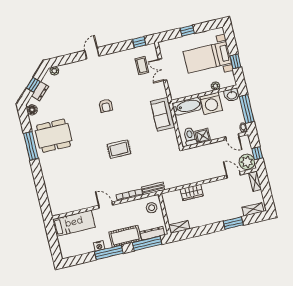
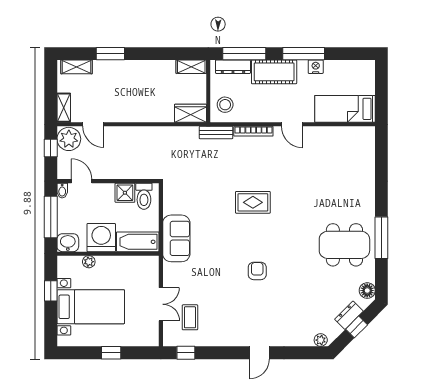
wardrobe: (192, 192) -> (190, 113), moved

